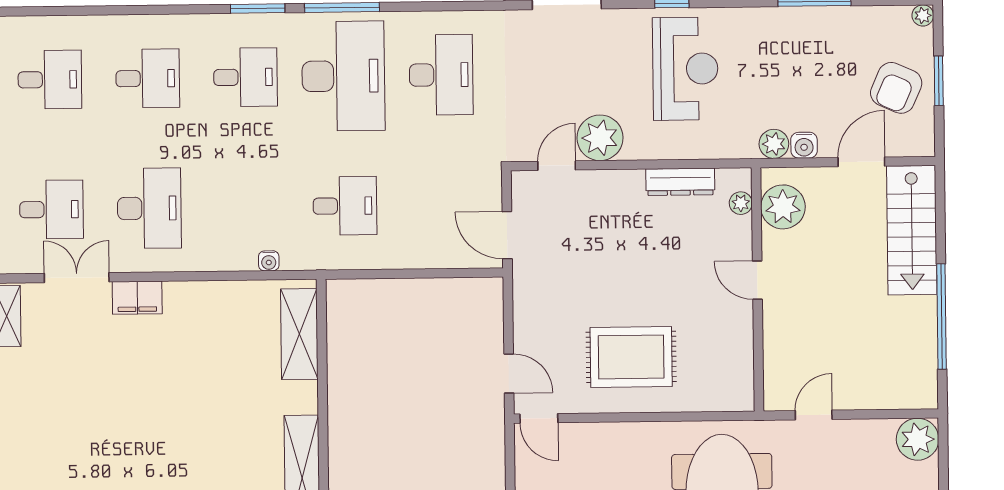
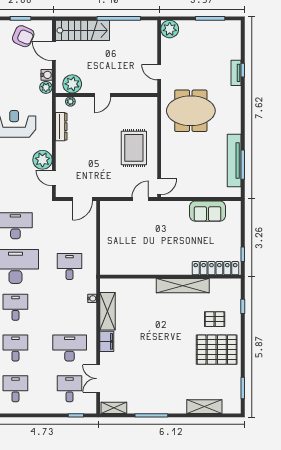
filing cabinet: (137, 298) -> (107, 341), moved
shelving: (299, 334) -> (107, 311), moved, turned 90

